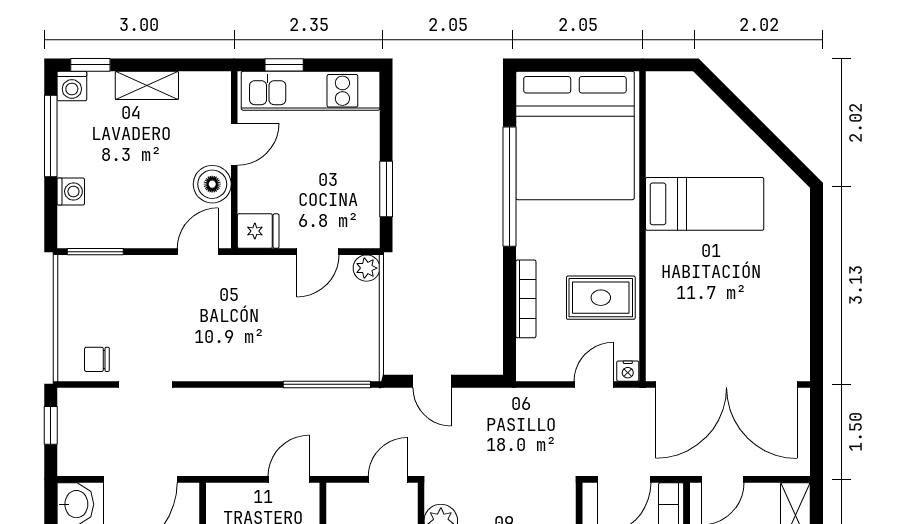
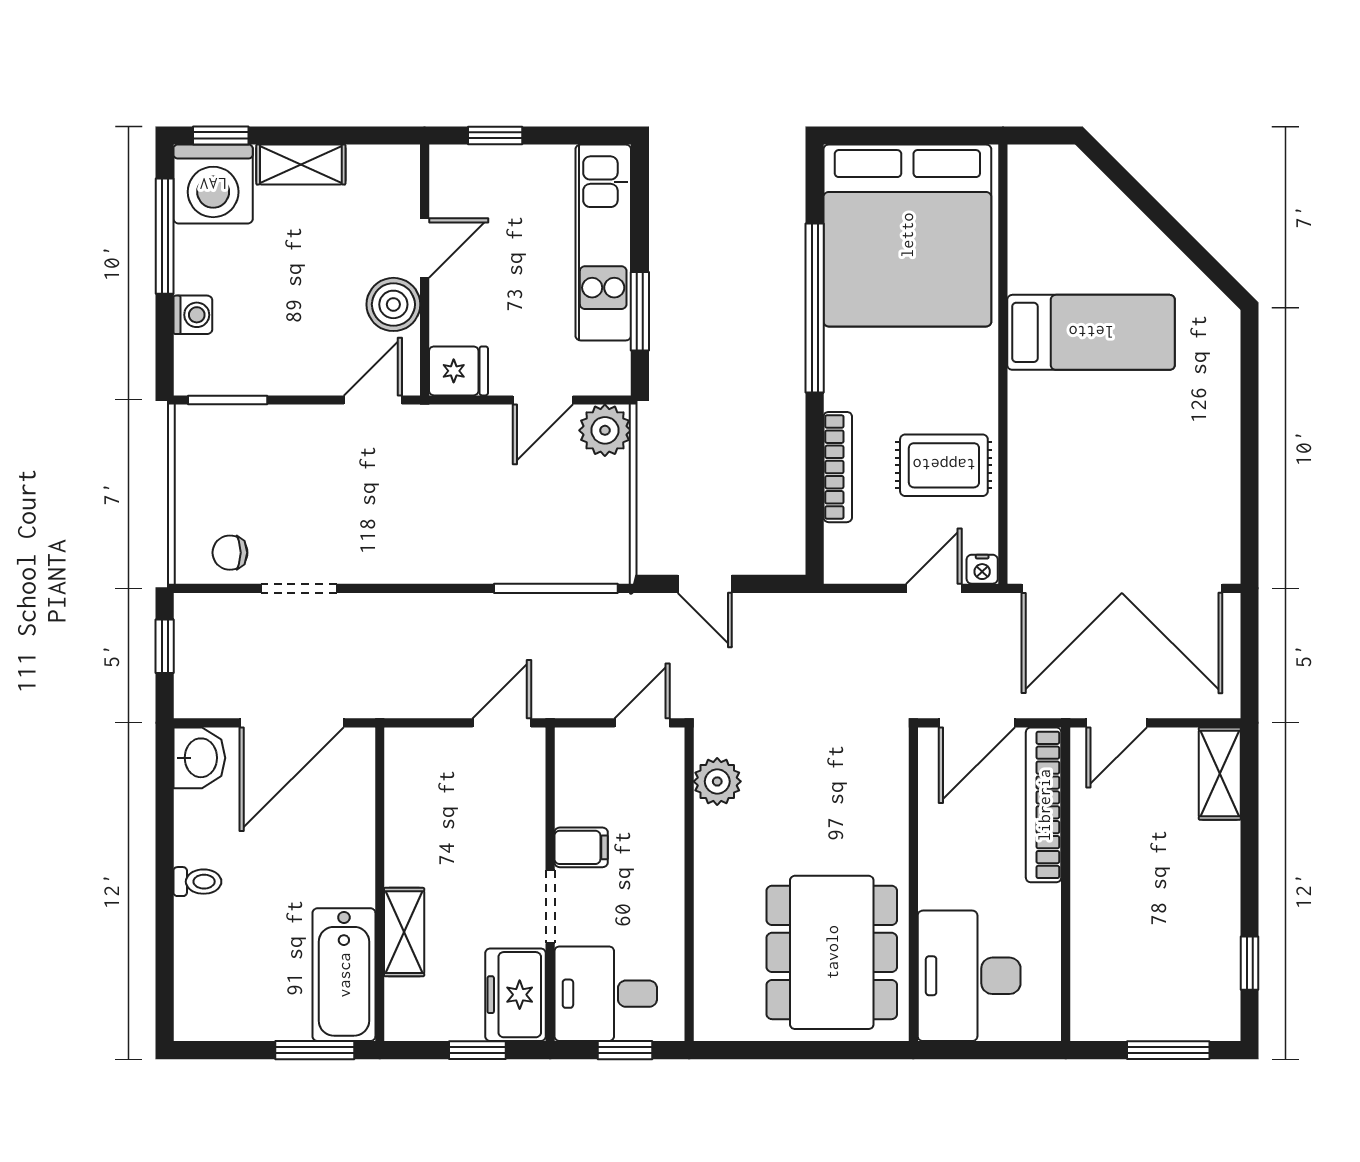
washing machine: (72, 86) -> (213, 184), width x1.89, depth x1.89
kitchen unit: (311, 91) -> (603, 243), moved, turned 90
plant: (367, 268) -> (605, 430), width x1.38, depth x1.38

